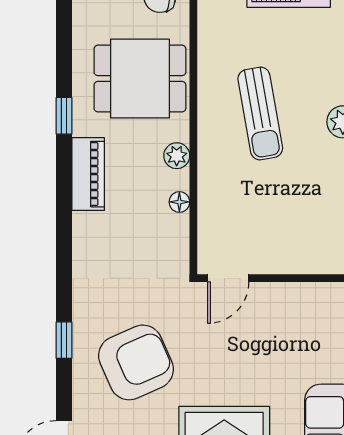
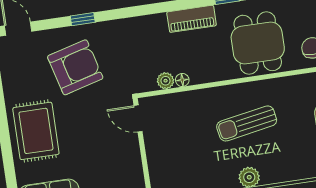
plant: (177, 156) -> (166, 81), moved
armchair: (136, 362) -> (75, 67), turned -81

